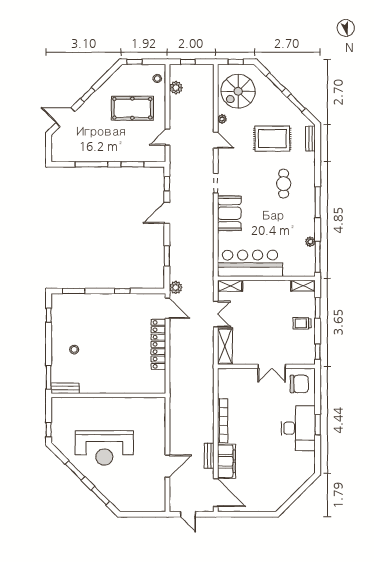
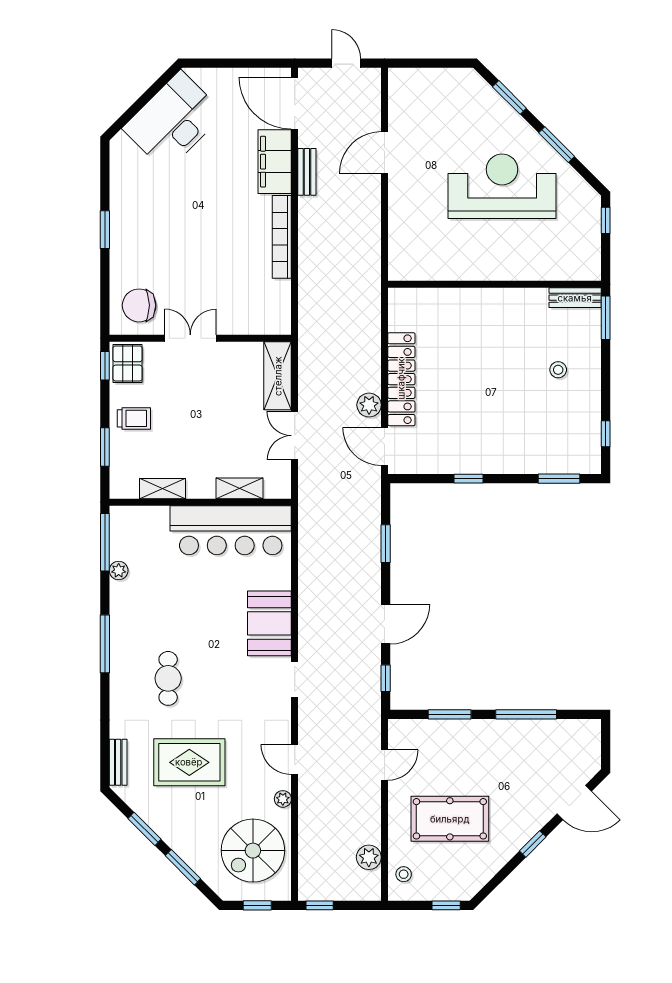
window: (188, 62) -> (320, 905), moved
spiral stairs: (238, 91) -> (253, 851), turned 180
shelving: (230, 286) -> (239, 488), moved
shelving: (303, 286) -> (162, 489), moved
plant: (176, 287) -> (369, 405), moved
pallet: (305, 353) -> (128, 363), added
desk: (298, 428) -> (173, 121), moved, turned 45

